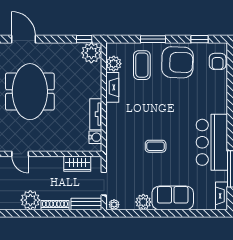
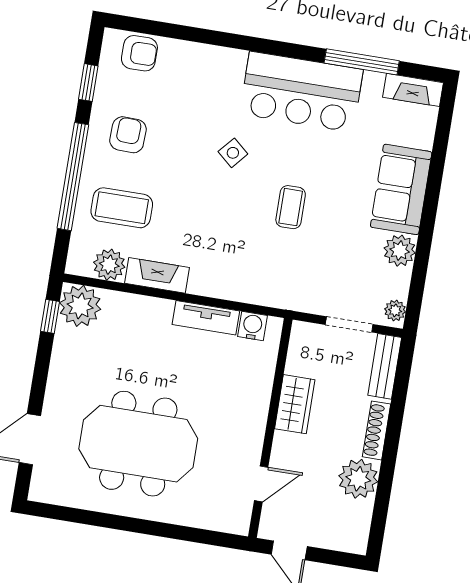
window: (153, 39) -> (73, 177), width x2.11
armchair: (178, 62) -> (128, 135), width x0.53, depth x0.53
side table: (177, 114) -> (233, 153), added
wardrobe: (77, 164) -> (295, 404), moved

